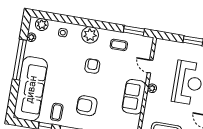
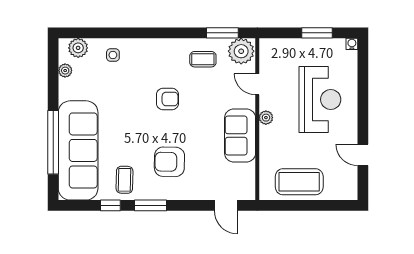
plant: (90, 35) -> (241, 51), moved
window: (20, 60) -> (53, 142), moved
armchair: (92, 66) -> (167, 99), turned 90

